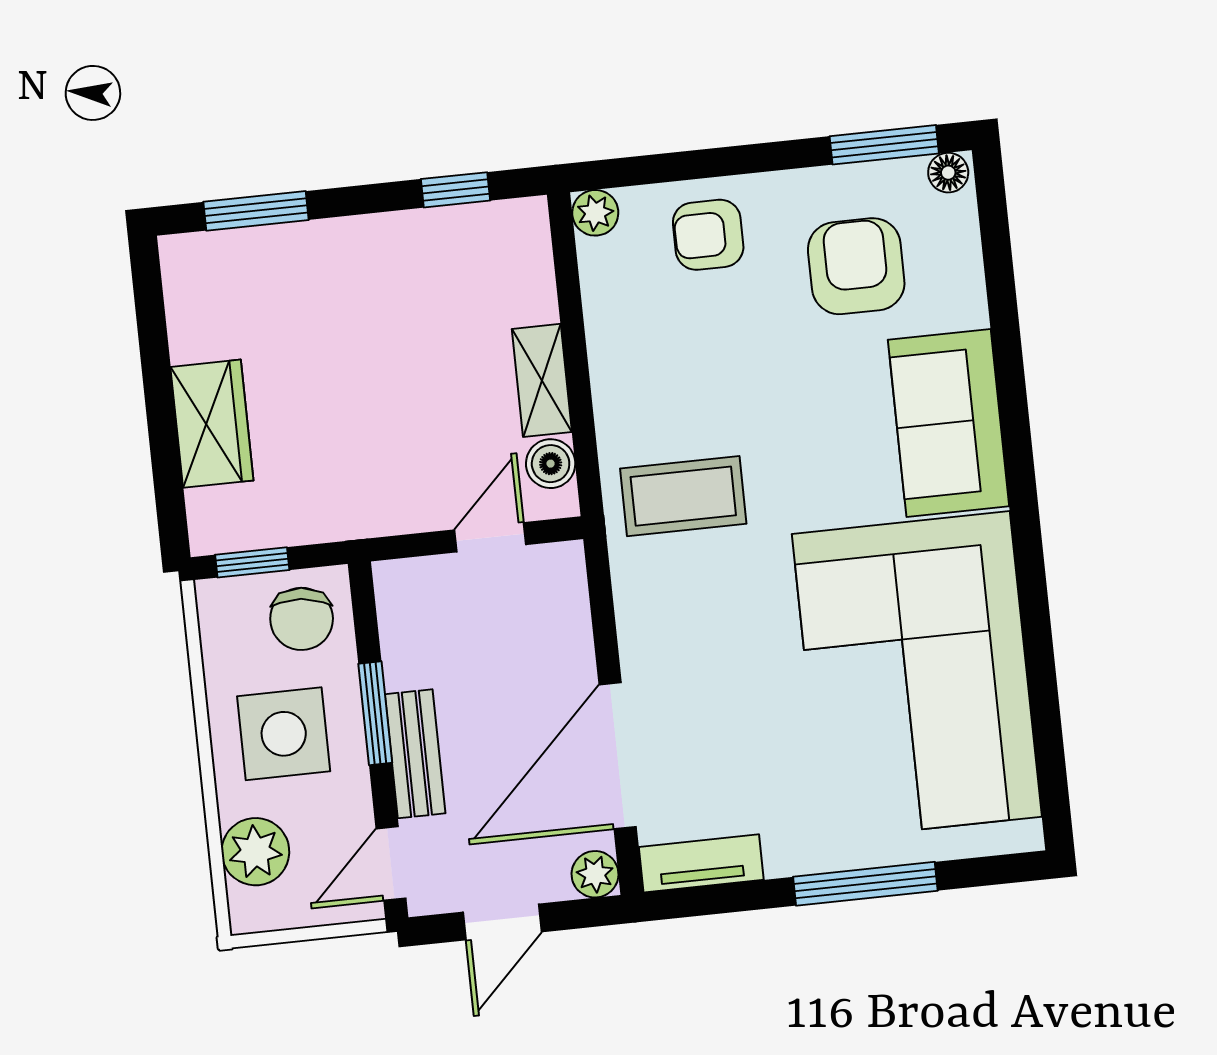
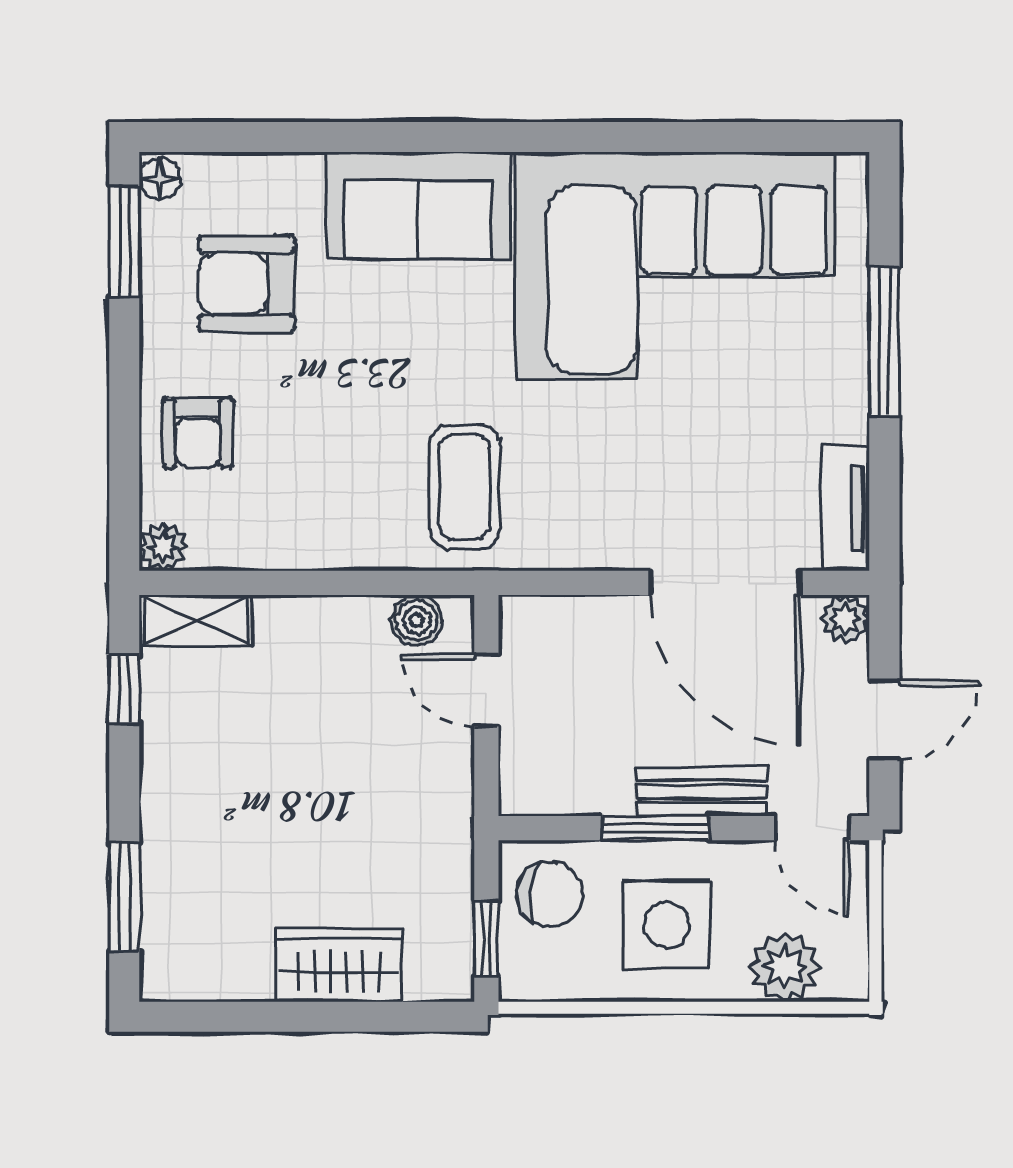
shelving: (542, 380) -> (196, 620), moved
door: (502, 922) -> (884, 720), hinge flipped

